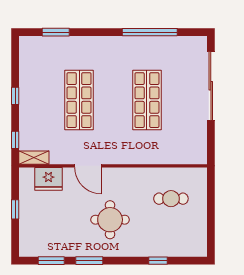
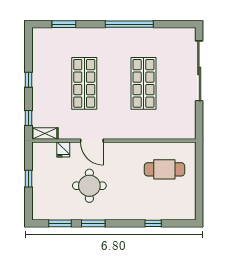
window: (150, 32) -> (129, 24), moved
fridge: (48, 179) -> (63, 150), width x0.53, depth x0.75
cafe table: (171, 199) -> (164, 169), width x1.37, depth x1.35
round table: (110, 220) -> (89, 186), moved

